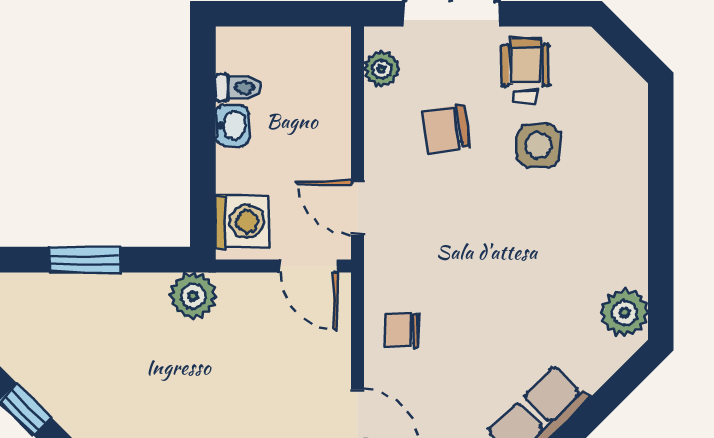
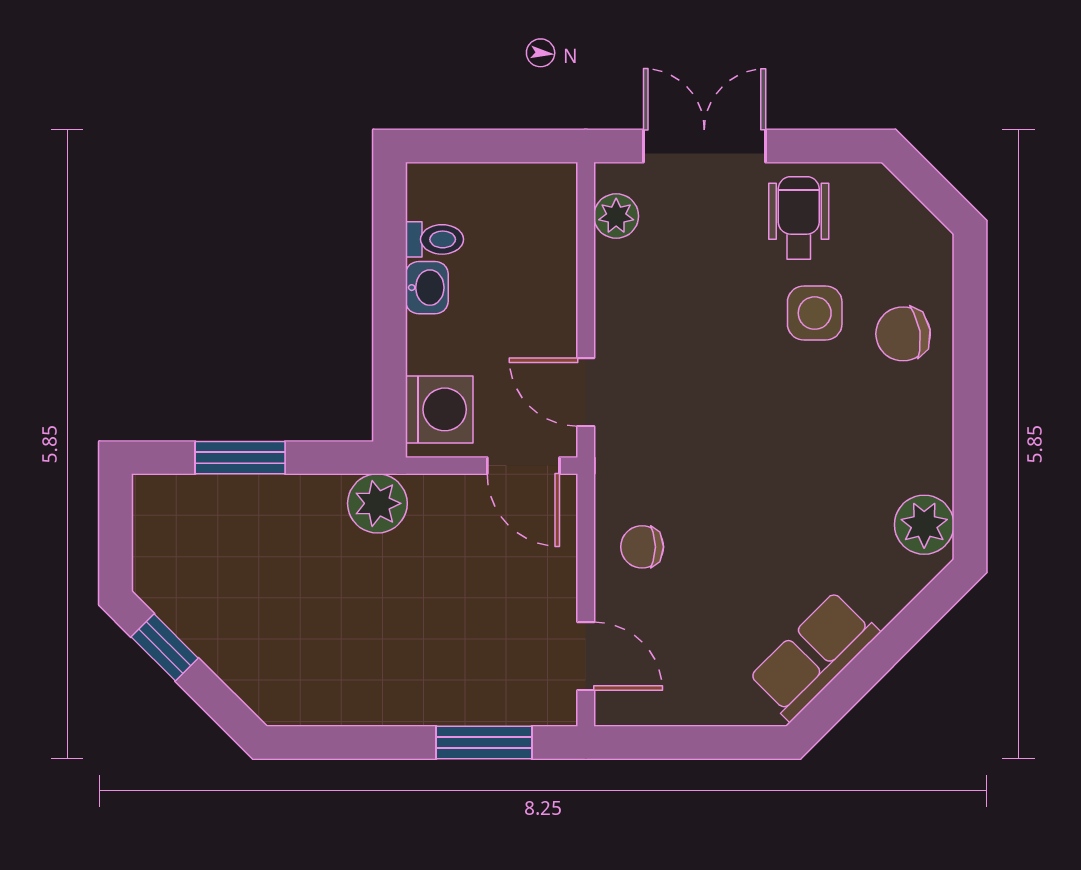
chair: (446, 129) -> (903, 334), moved

